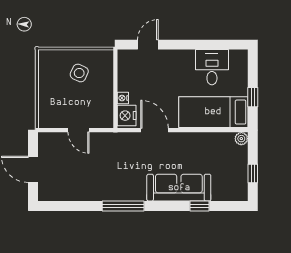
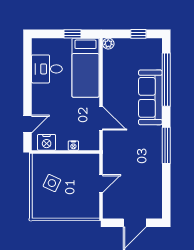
door: (148, 45) -> (28, 124), swing flipped
nightstand: (127, 116) -> (47, 142), moved
door: (155, 130) -> (101, 118), swing flipped
window: (200, 206) -> (166, 80), width x3.17

